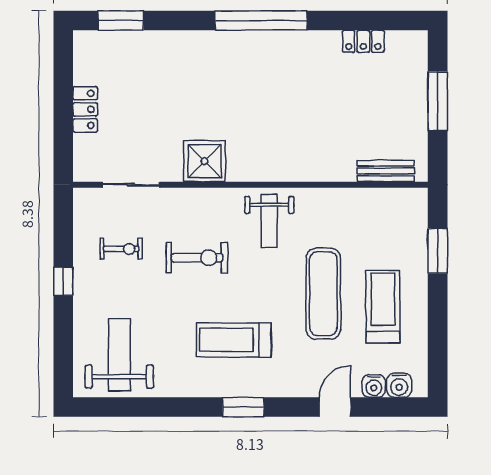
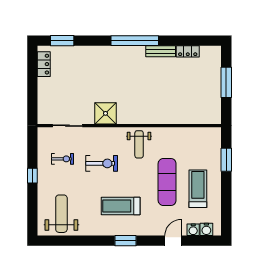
locker: (85, 109) -> (44, 64), moved
bench: (386, 171) -> (161, 51), moved

